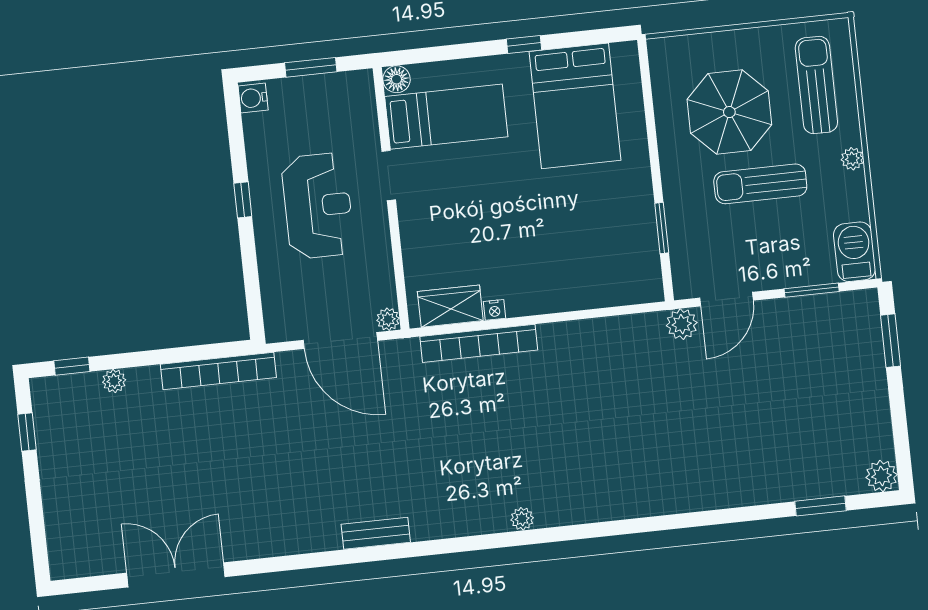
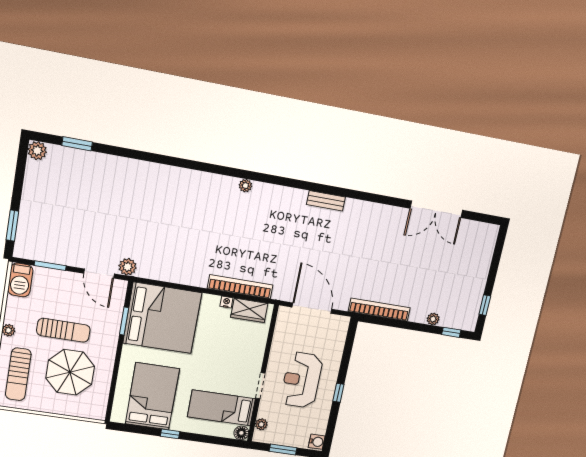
bed: (598, 251) -> (162, 318), added
door: (727, 299) -> (99, 274), swing flipped
plant: (388, 319) -> (261, 424), moved

